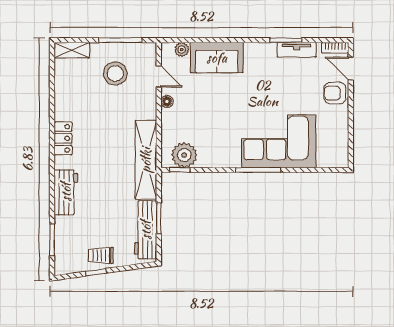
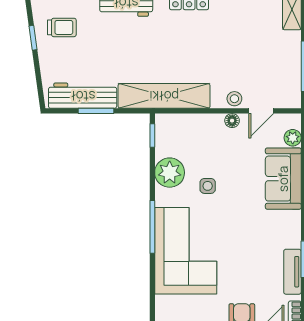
stool: (115, 74) -> (234, 99), moved, width x0.53, depth x0.53
side table: (223, 122) -> (208, 186), added
plant: (184, 155) -> (170, 173), moved
trolley: (101, 255) -> (62, 27), moved, turned 90

